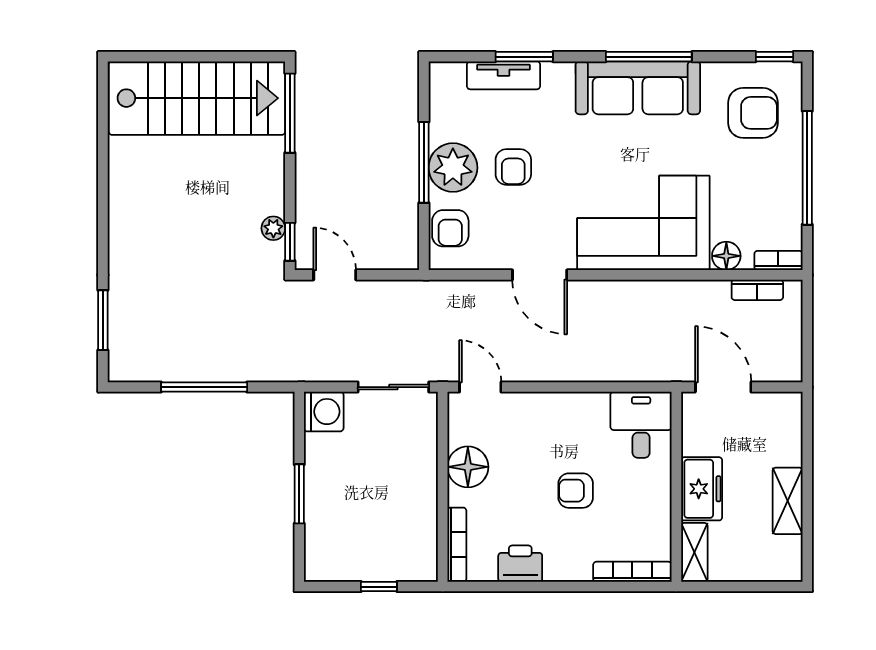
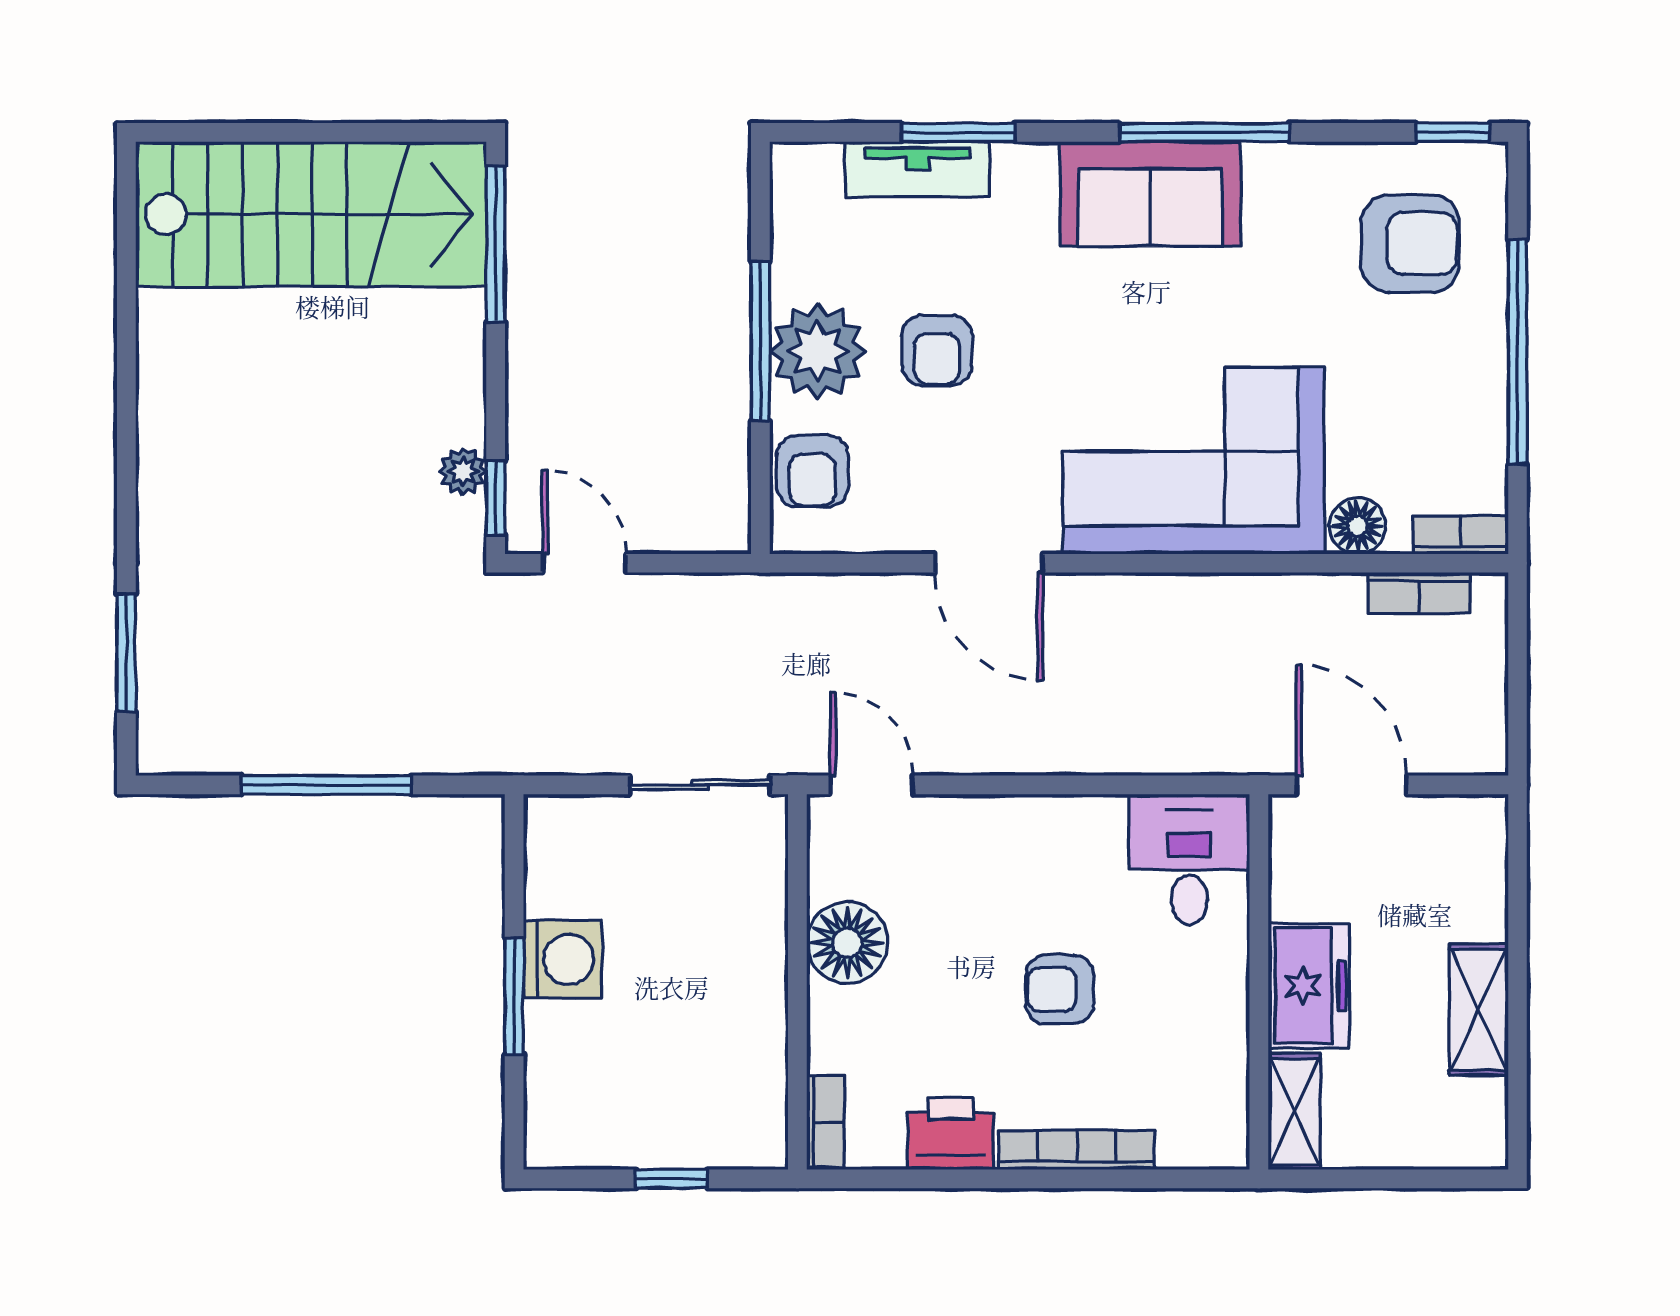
sofa: (638, 88) -> (1150, 194), width x0.73
washing machine: (324, 412) -> (562, 959), moved
bookcase: (457, 545) -> (825, 1123), width x0.64
bookcase: (632, 572) -> (1076, 1150), moved

